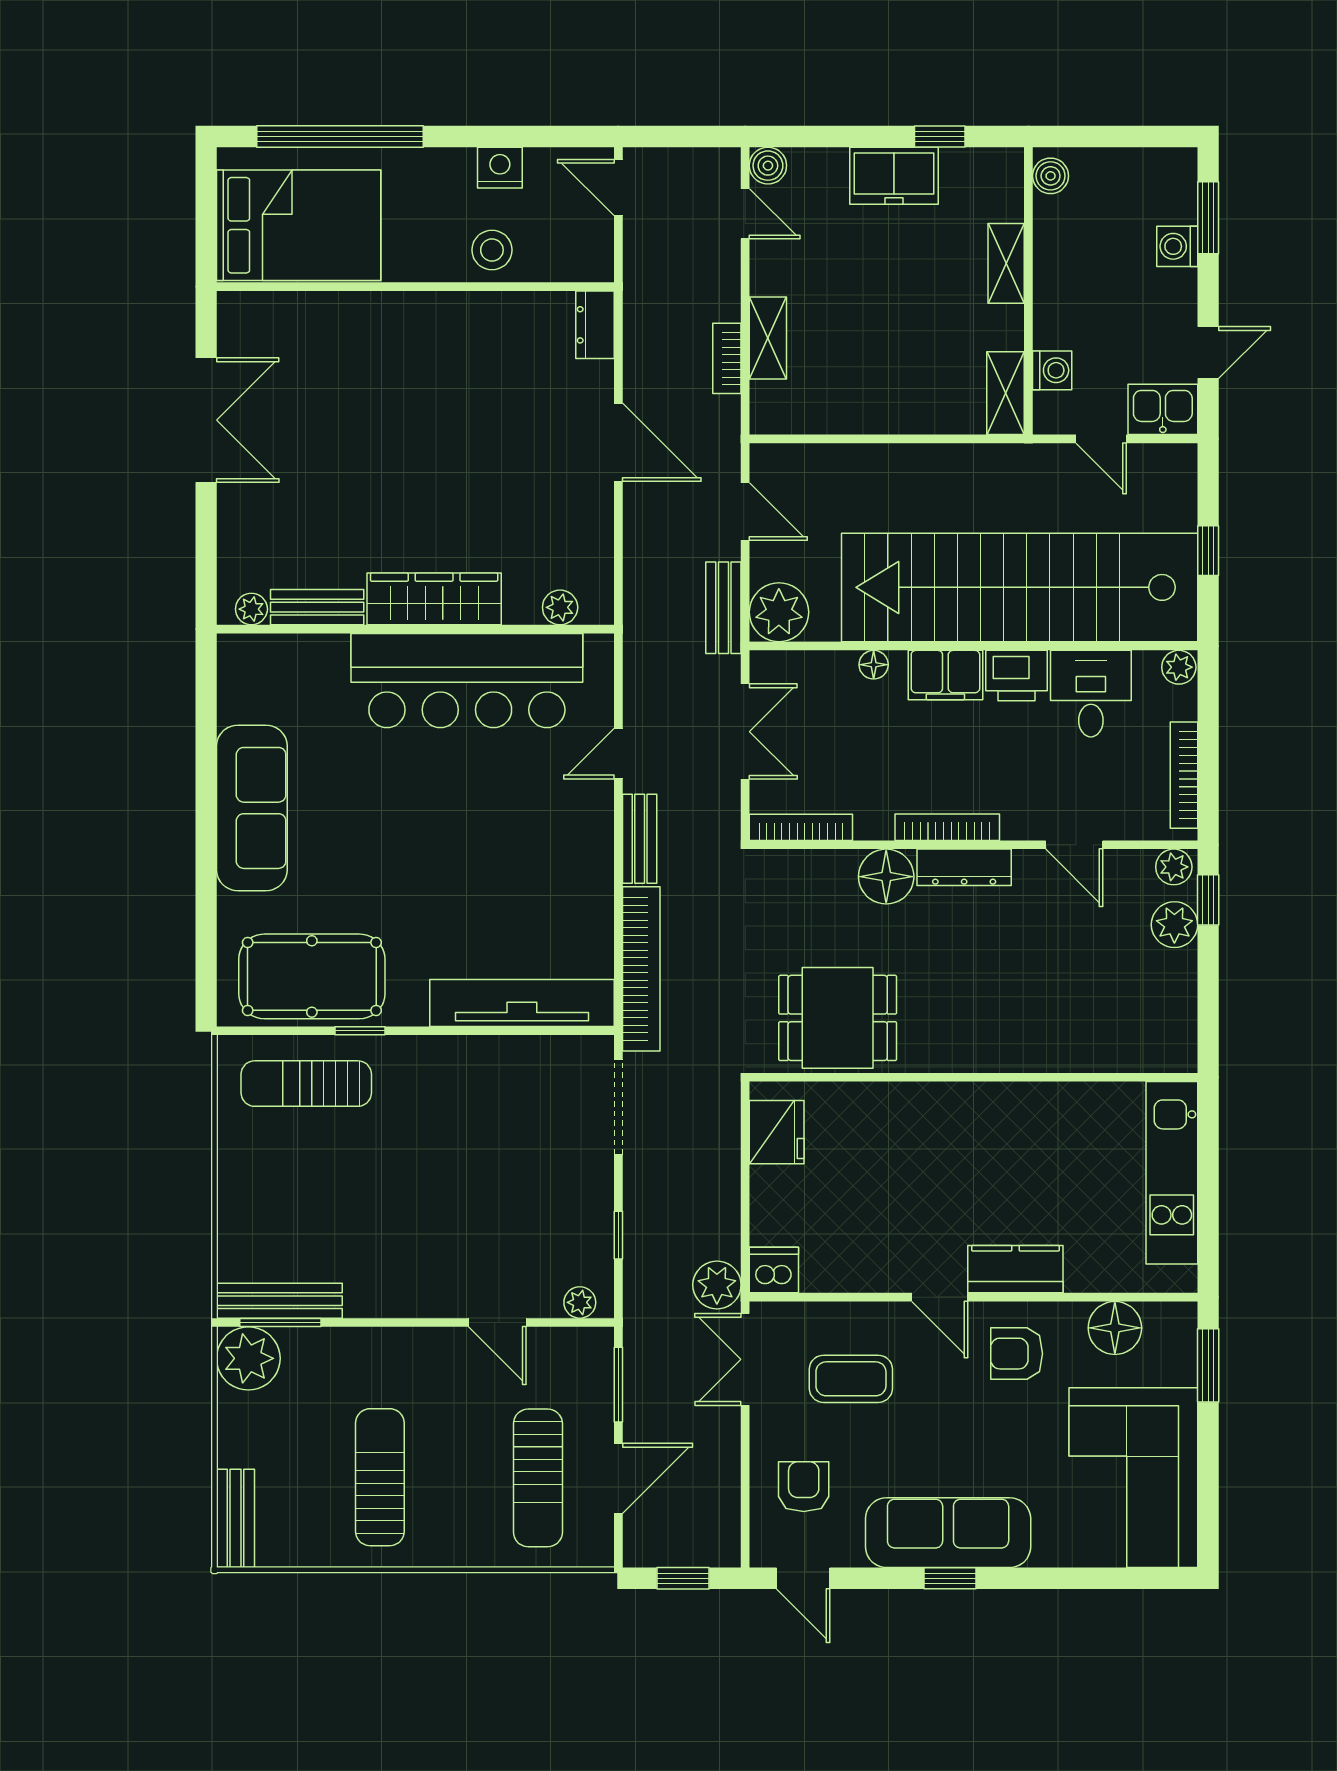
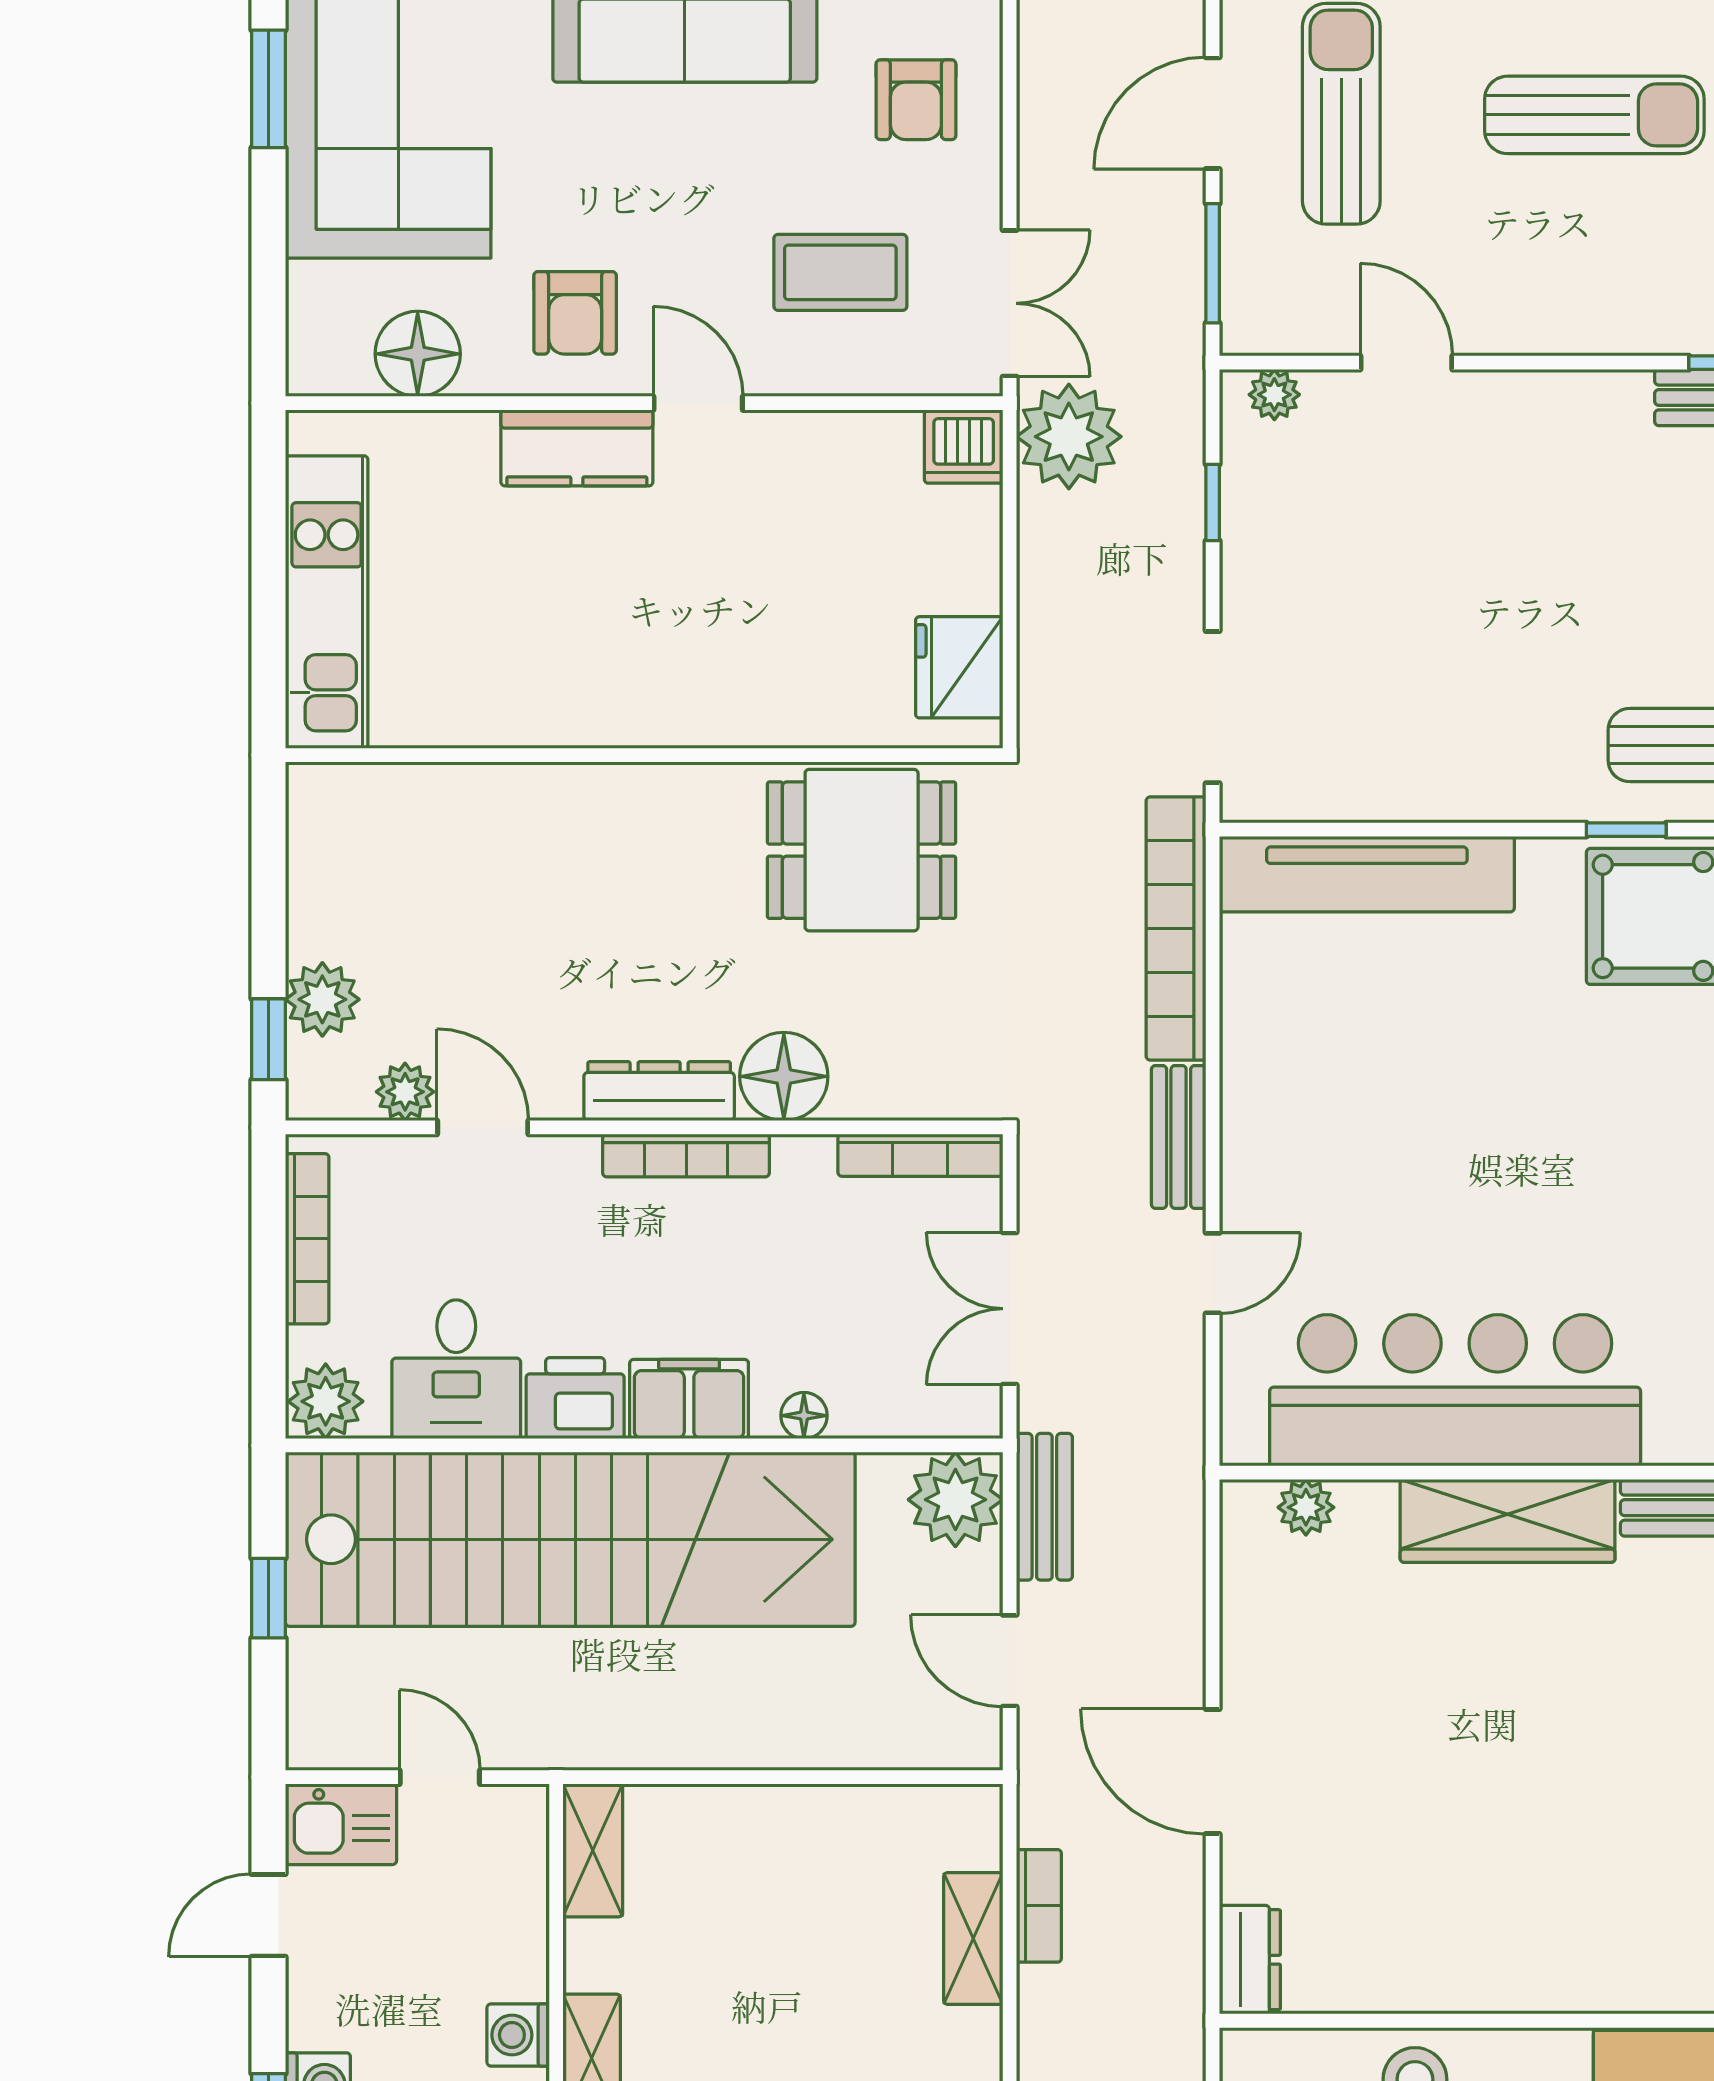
washing machine: (1052, 370) -> (518, 2035), moved
plant: (1179, 667) -> (326, 1401), width x1.38, depth x1.38
plant: (1174, 867) -> (405, 1092), moved
plant: (717, 1285) -> (1069, 437), width x1.36, depth x1.36
armchair: (1017, 1354) -> (575, 313), turned 90
window: (1208, 1365) -> (268, 89), moved
sun lounger: (380, 1477) -> (1594, 115), turned -90

